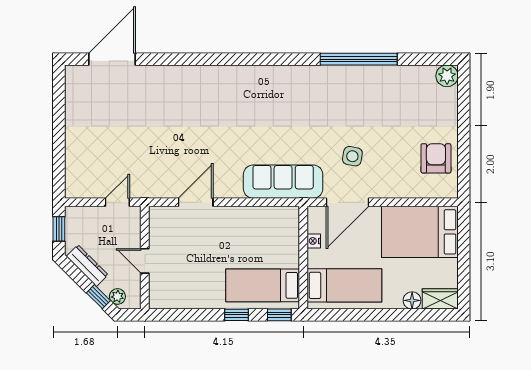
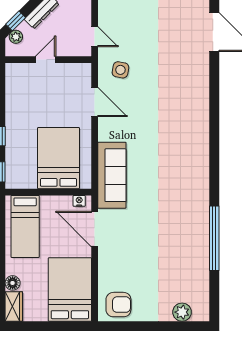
plant: (447, 76) -> (182, 312), moved
side table: (352, 156) -> (120, 70), moved
armchair: (436, 158) -> (118, 305), moved
nightstand: (314, 241) -> (79, 201), moved
bed: (263, 285) -> (59, 158), moved, width x1.50

